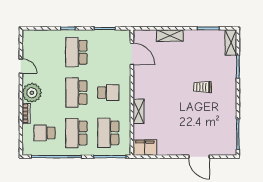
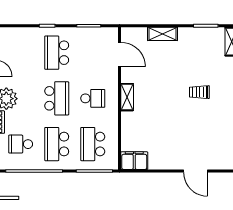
school desk: (76, 93) -> (57, 98), turned 180
shelving: (139, 111) -> (127, 97), moved

